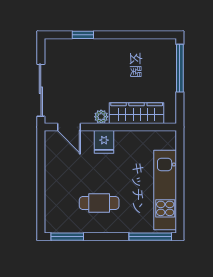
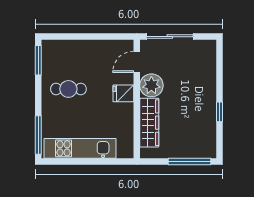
window: (83, 35) -> (220, 112), moved
plant: (101, 117) -> (151, 85), width x1.88, depth x1.88
cafe table: (99, 203) -> (68, 89), turned 90

